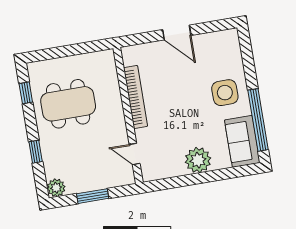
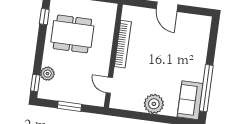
side table: (225, 93) -> (188, 61), removed
window: (36, 152) -> (35, 83), moved
plant: (56, 188) -> (47, 74), moved

